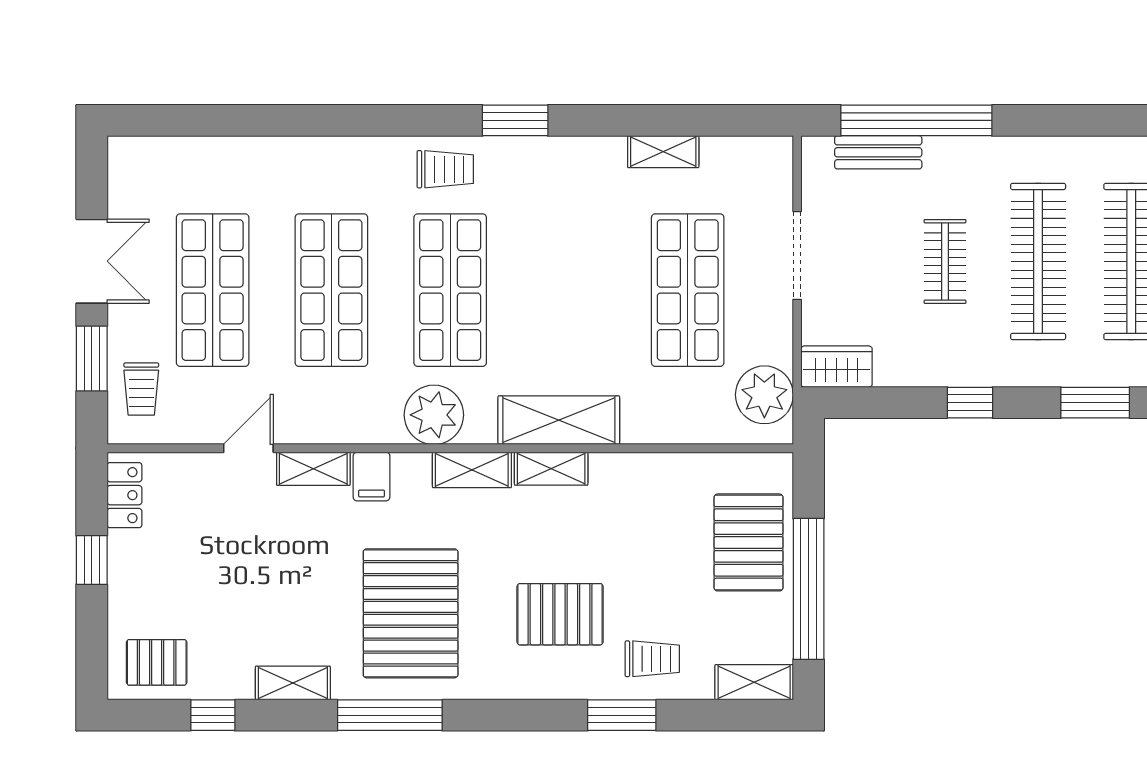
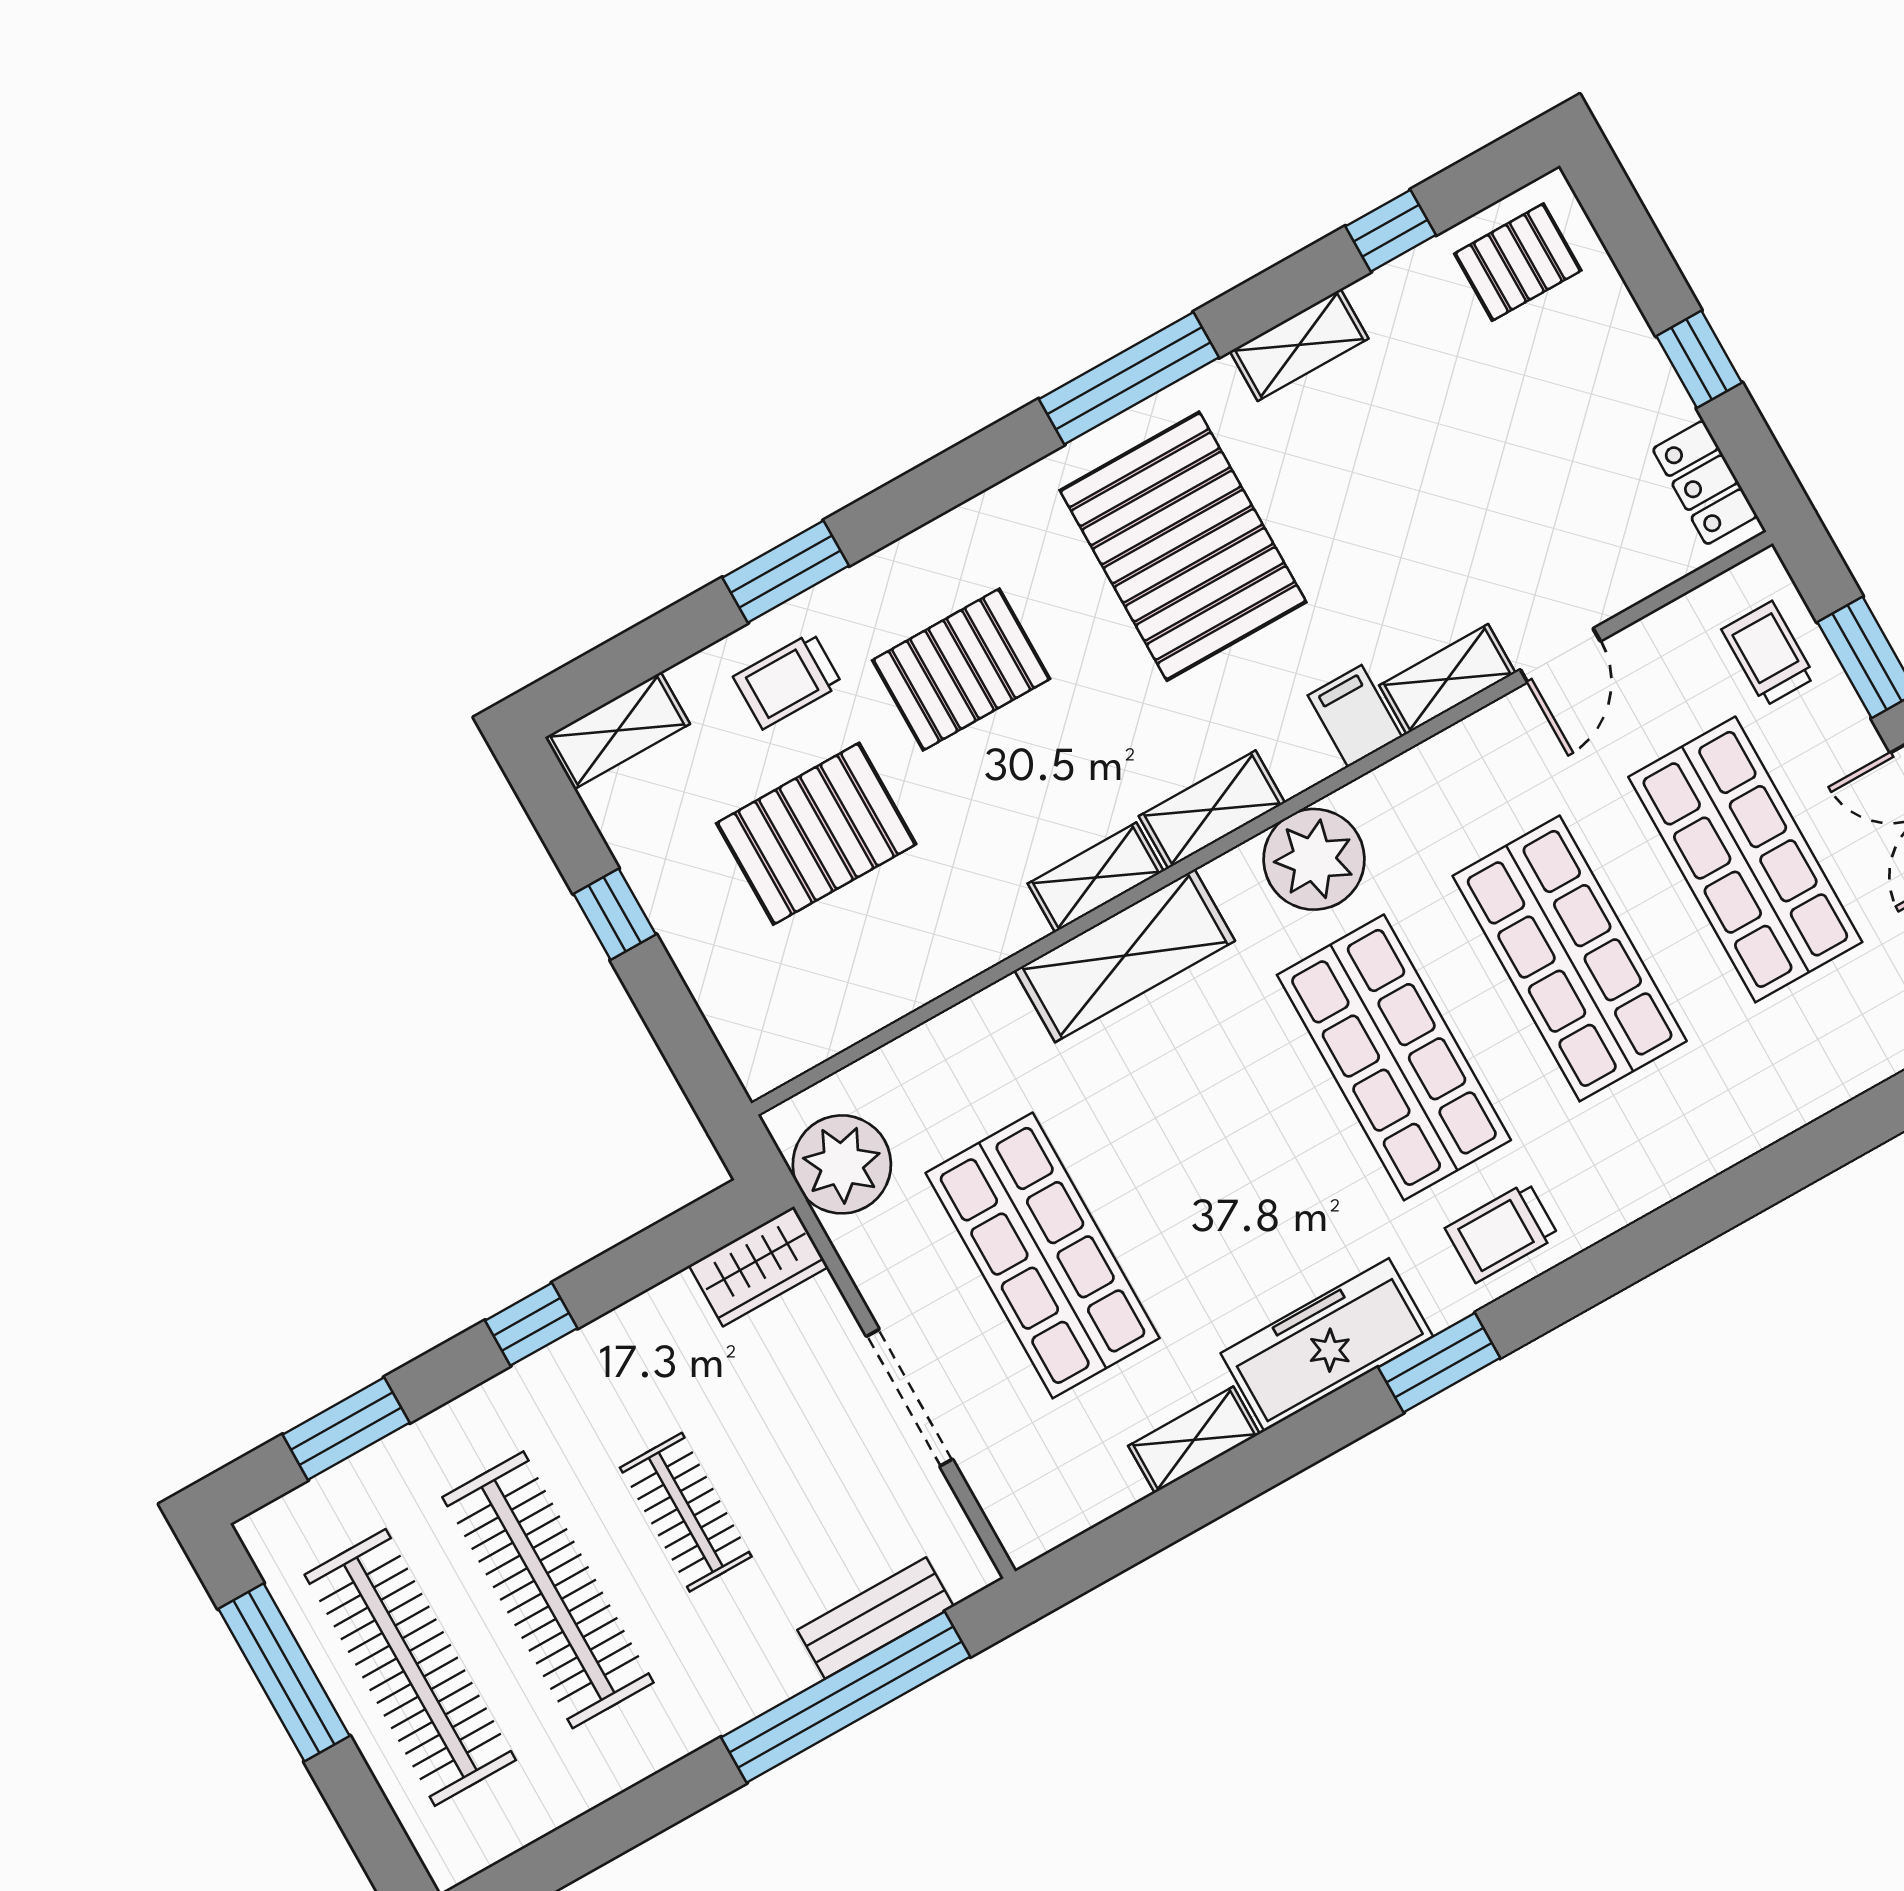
freezer: (568, 162) -> (1327, 1345), added
pallet: (749, 542) -> (816, 834), moved, turned 90
window: (809, 589) -> (615, 914), width x0.32

